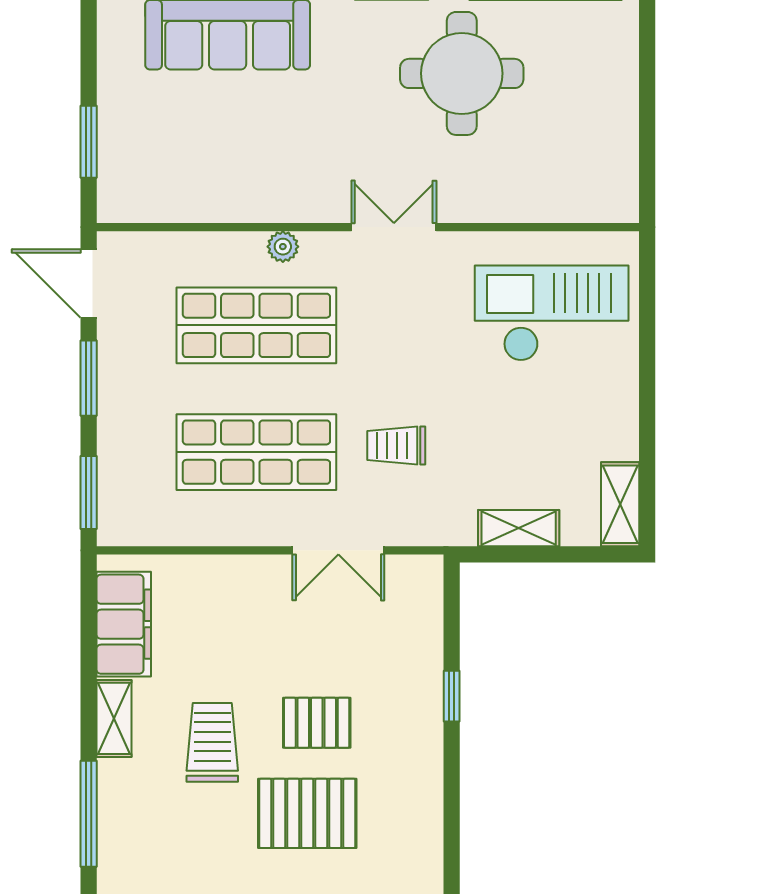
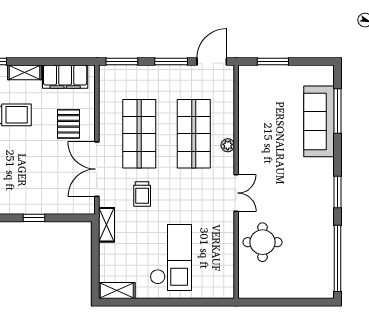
round table: (462, 73) -> (262, 242), moved, width x0.73, depth x0.73
checkout: (552, 313) -> (171, 258), moved
trolley: (396, 445) -> (142, 194), turned 180
shelving: (519, 528) -> (106, 225), moved
double door: (338, 550) -> (97, 169), width x1.37
pallet: (317, 723) -> (69, 124), moved

